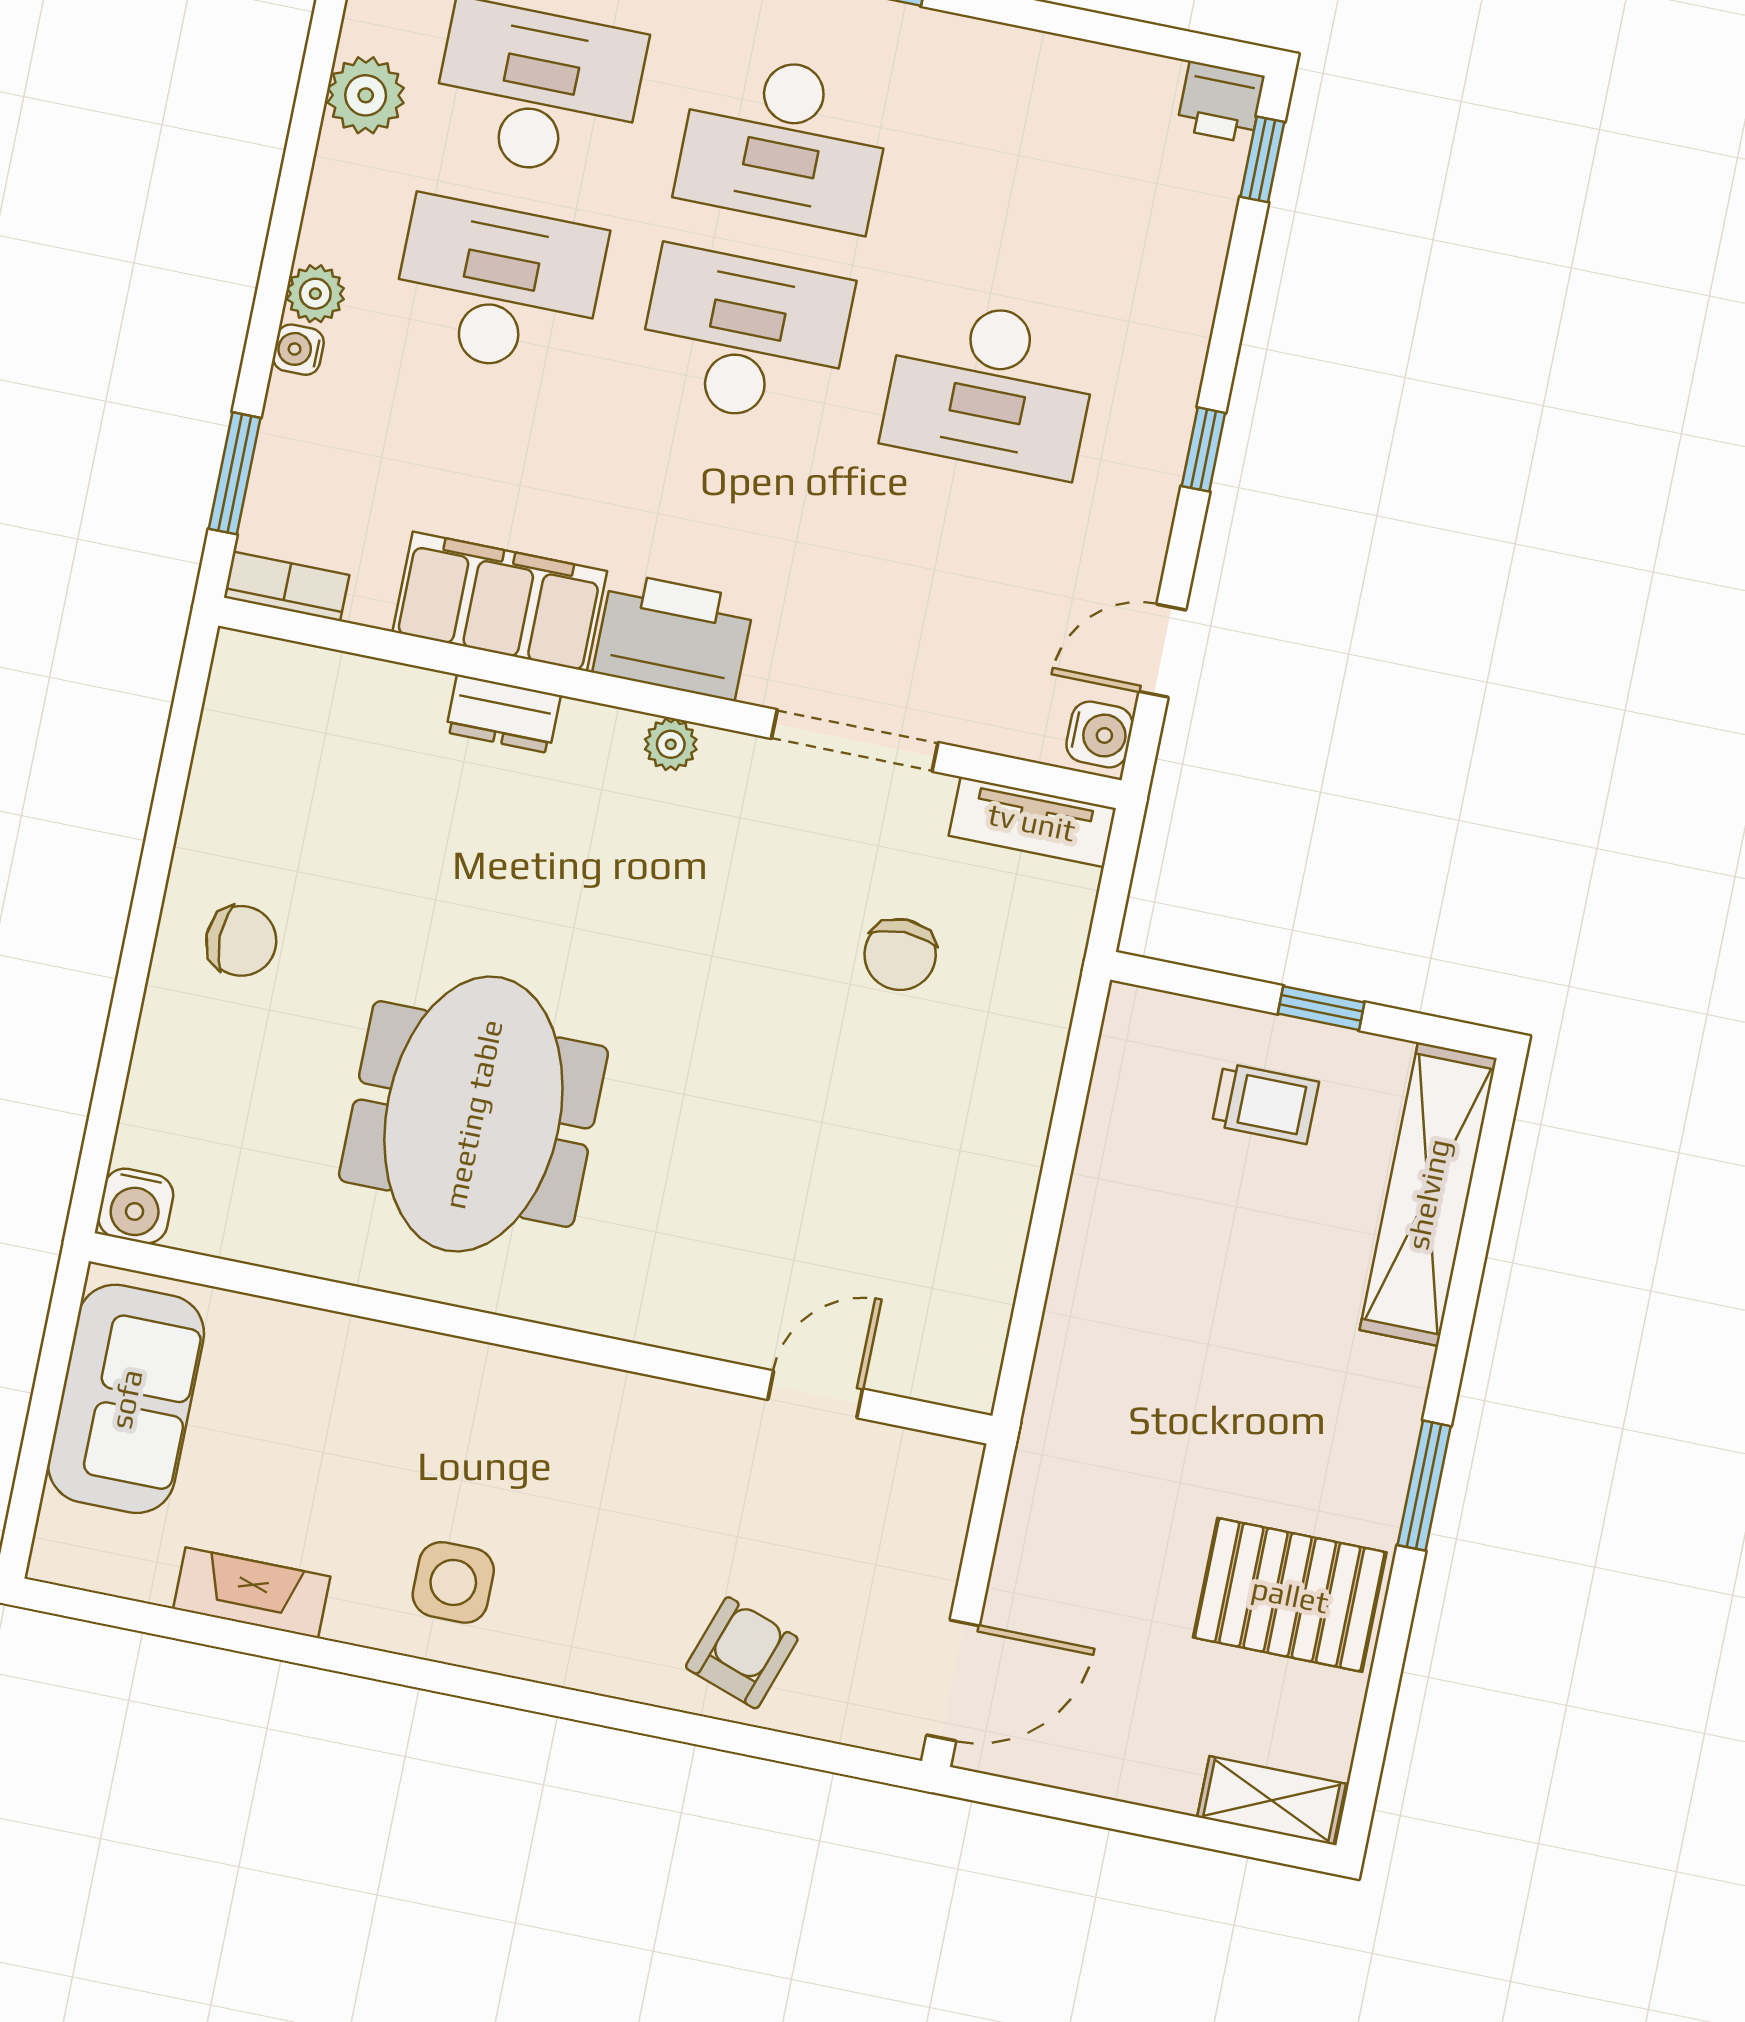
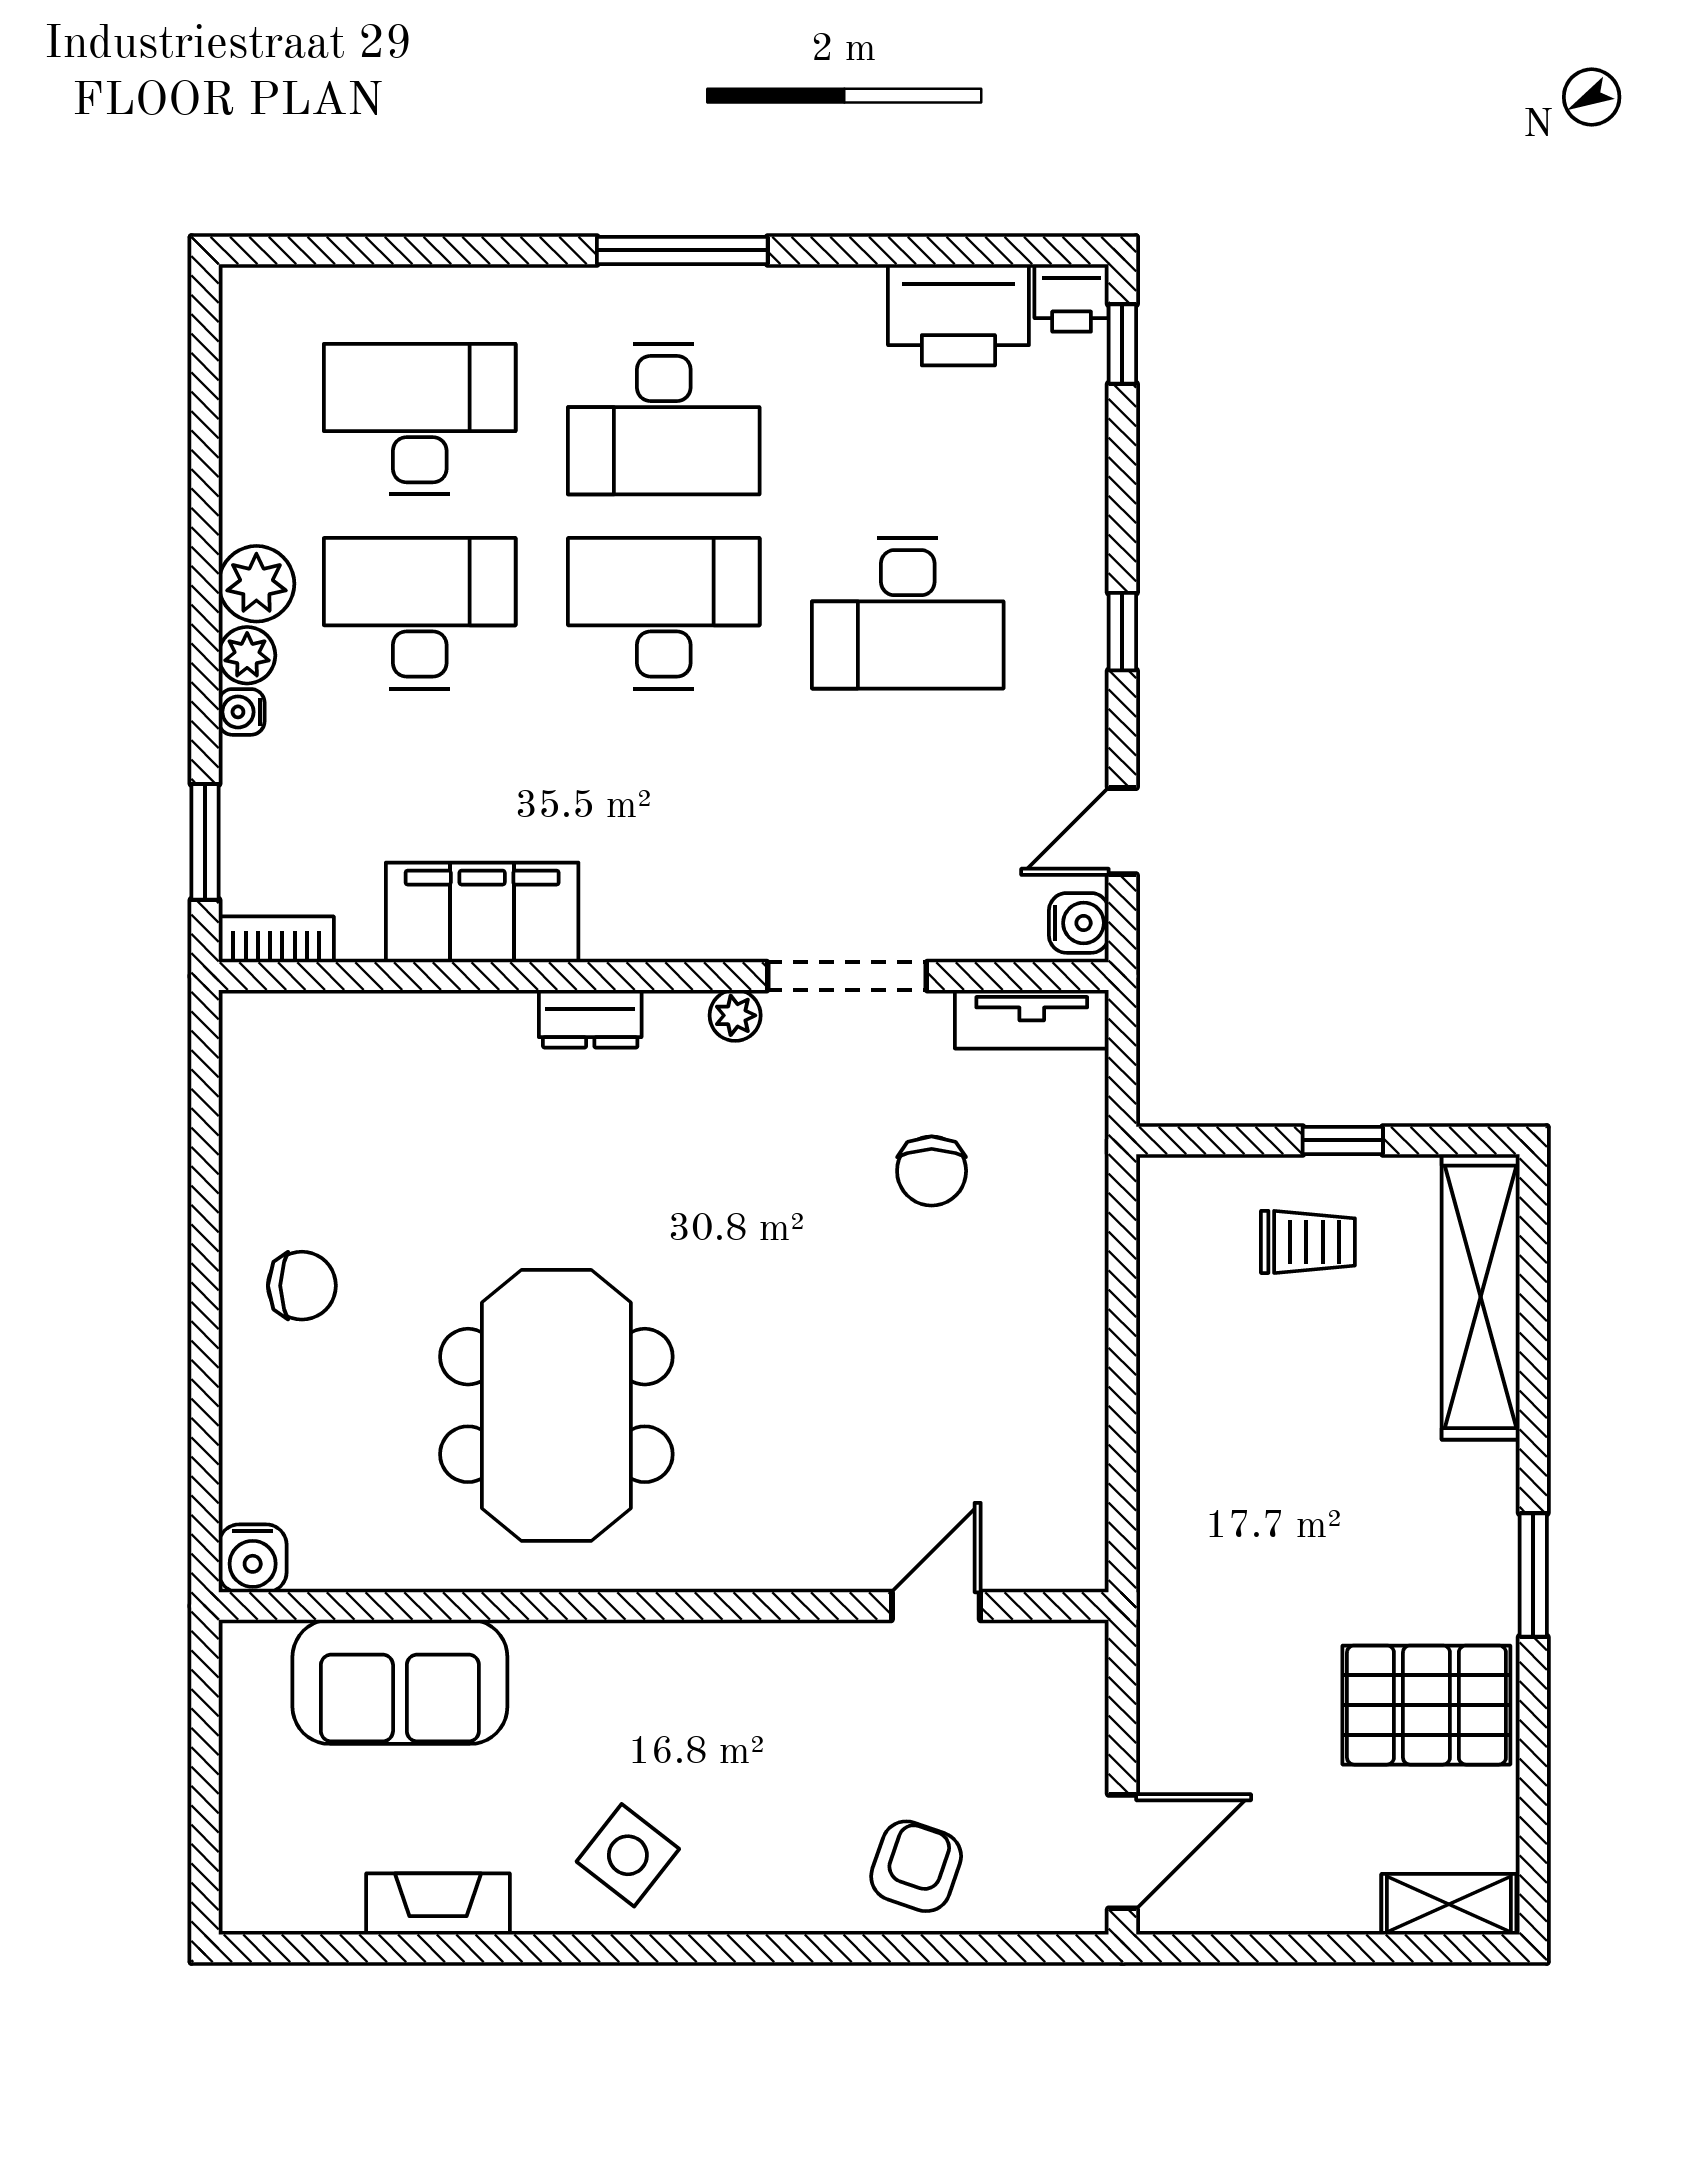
plant: (366, 95) -> (256, 584), moved
printer: (674, 636) -> (958, 315), moved, turned 180
dresser: (503, 714) -> (590, 1019), moved
plant: (671, 744) -> (735, 1015), moved
sofa: (126, 1399) -> (400, 1682), moved, turned 90
side table: (453, 1582) -> (628, 1855), turned 38

